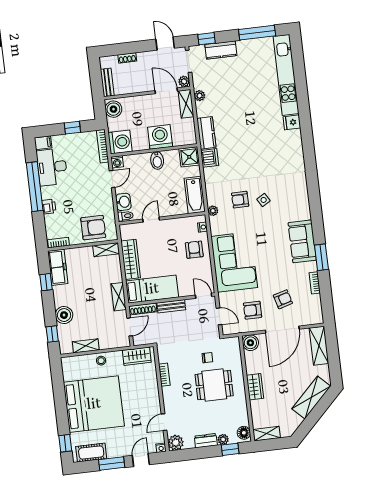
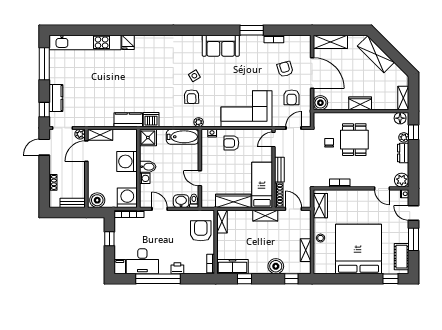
plant: (200, 96) -> (94, 122), removed
washing machine: (117, 162) -> (145, 178), moved
sofa: (302, 241) -> (221, 46), moved

